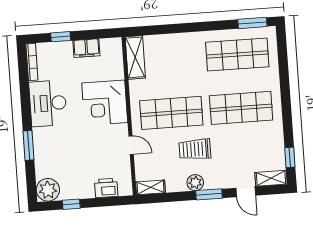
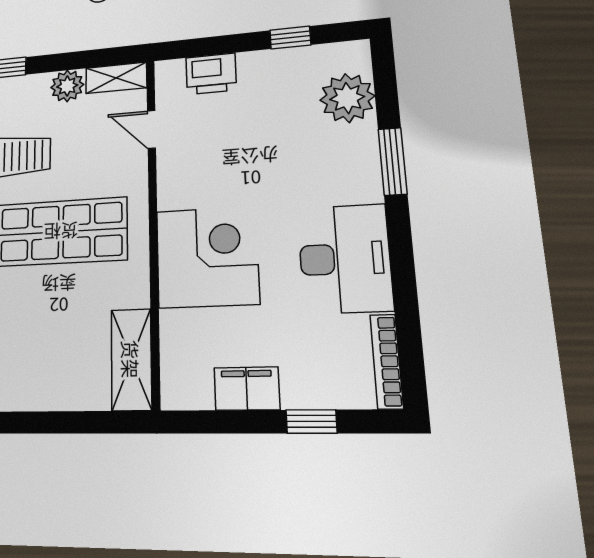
door: (131, 145) -> (151, 129), moved
plant: (195, 183) -> (67, 86), moved
plant: (48, 190) -> (347, 98), moved

